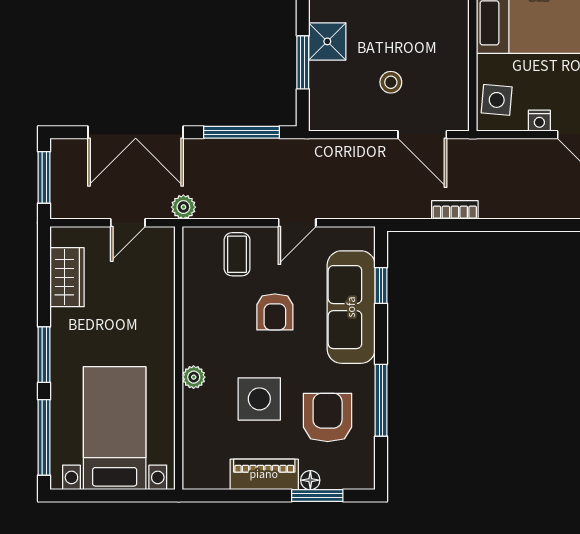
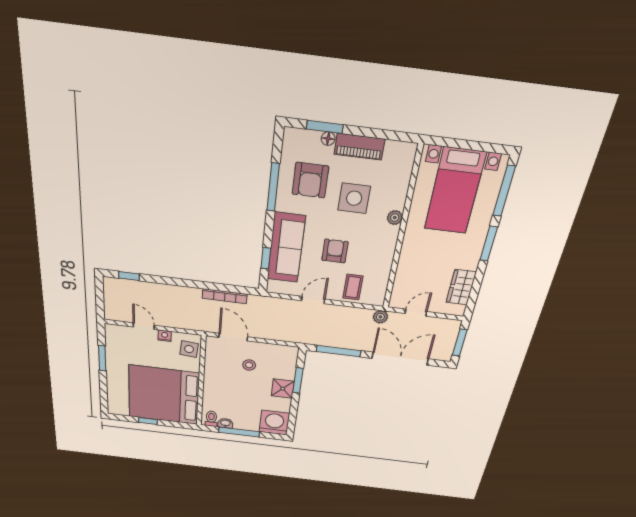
bookcase: (455, 210) -> (225, 296), width x1.56

